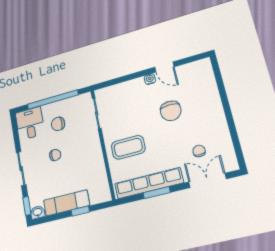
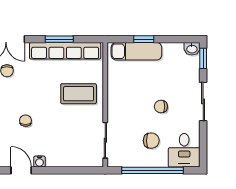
chair: (171, 111) -> (26, 121), width x0.54, depth x0.54
exam couch: (66, 203) -> (136, 51), moved

